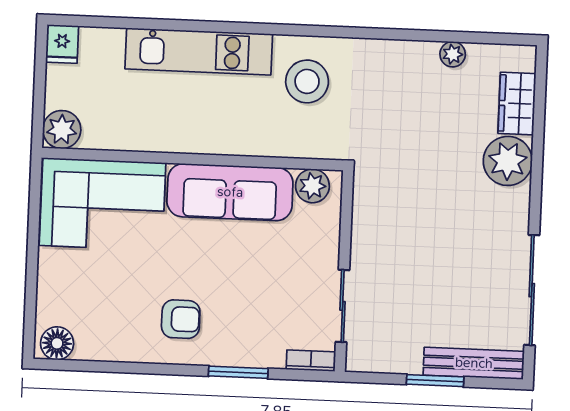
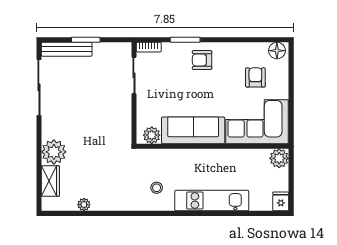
stool: (307, 81) -> (157, 188), width x0.53, depth x0.53
armchair: (102, 292) -> (255, 77), added
armchair: (181, 319) -> (202, 60), moved

